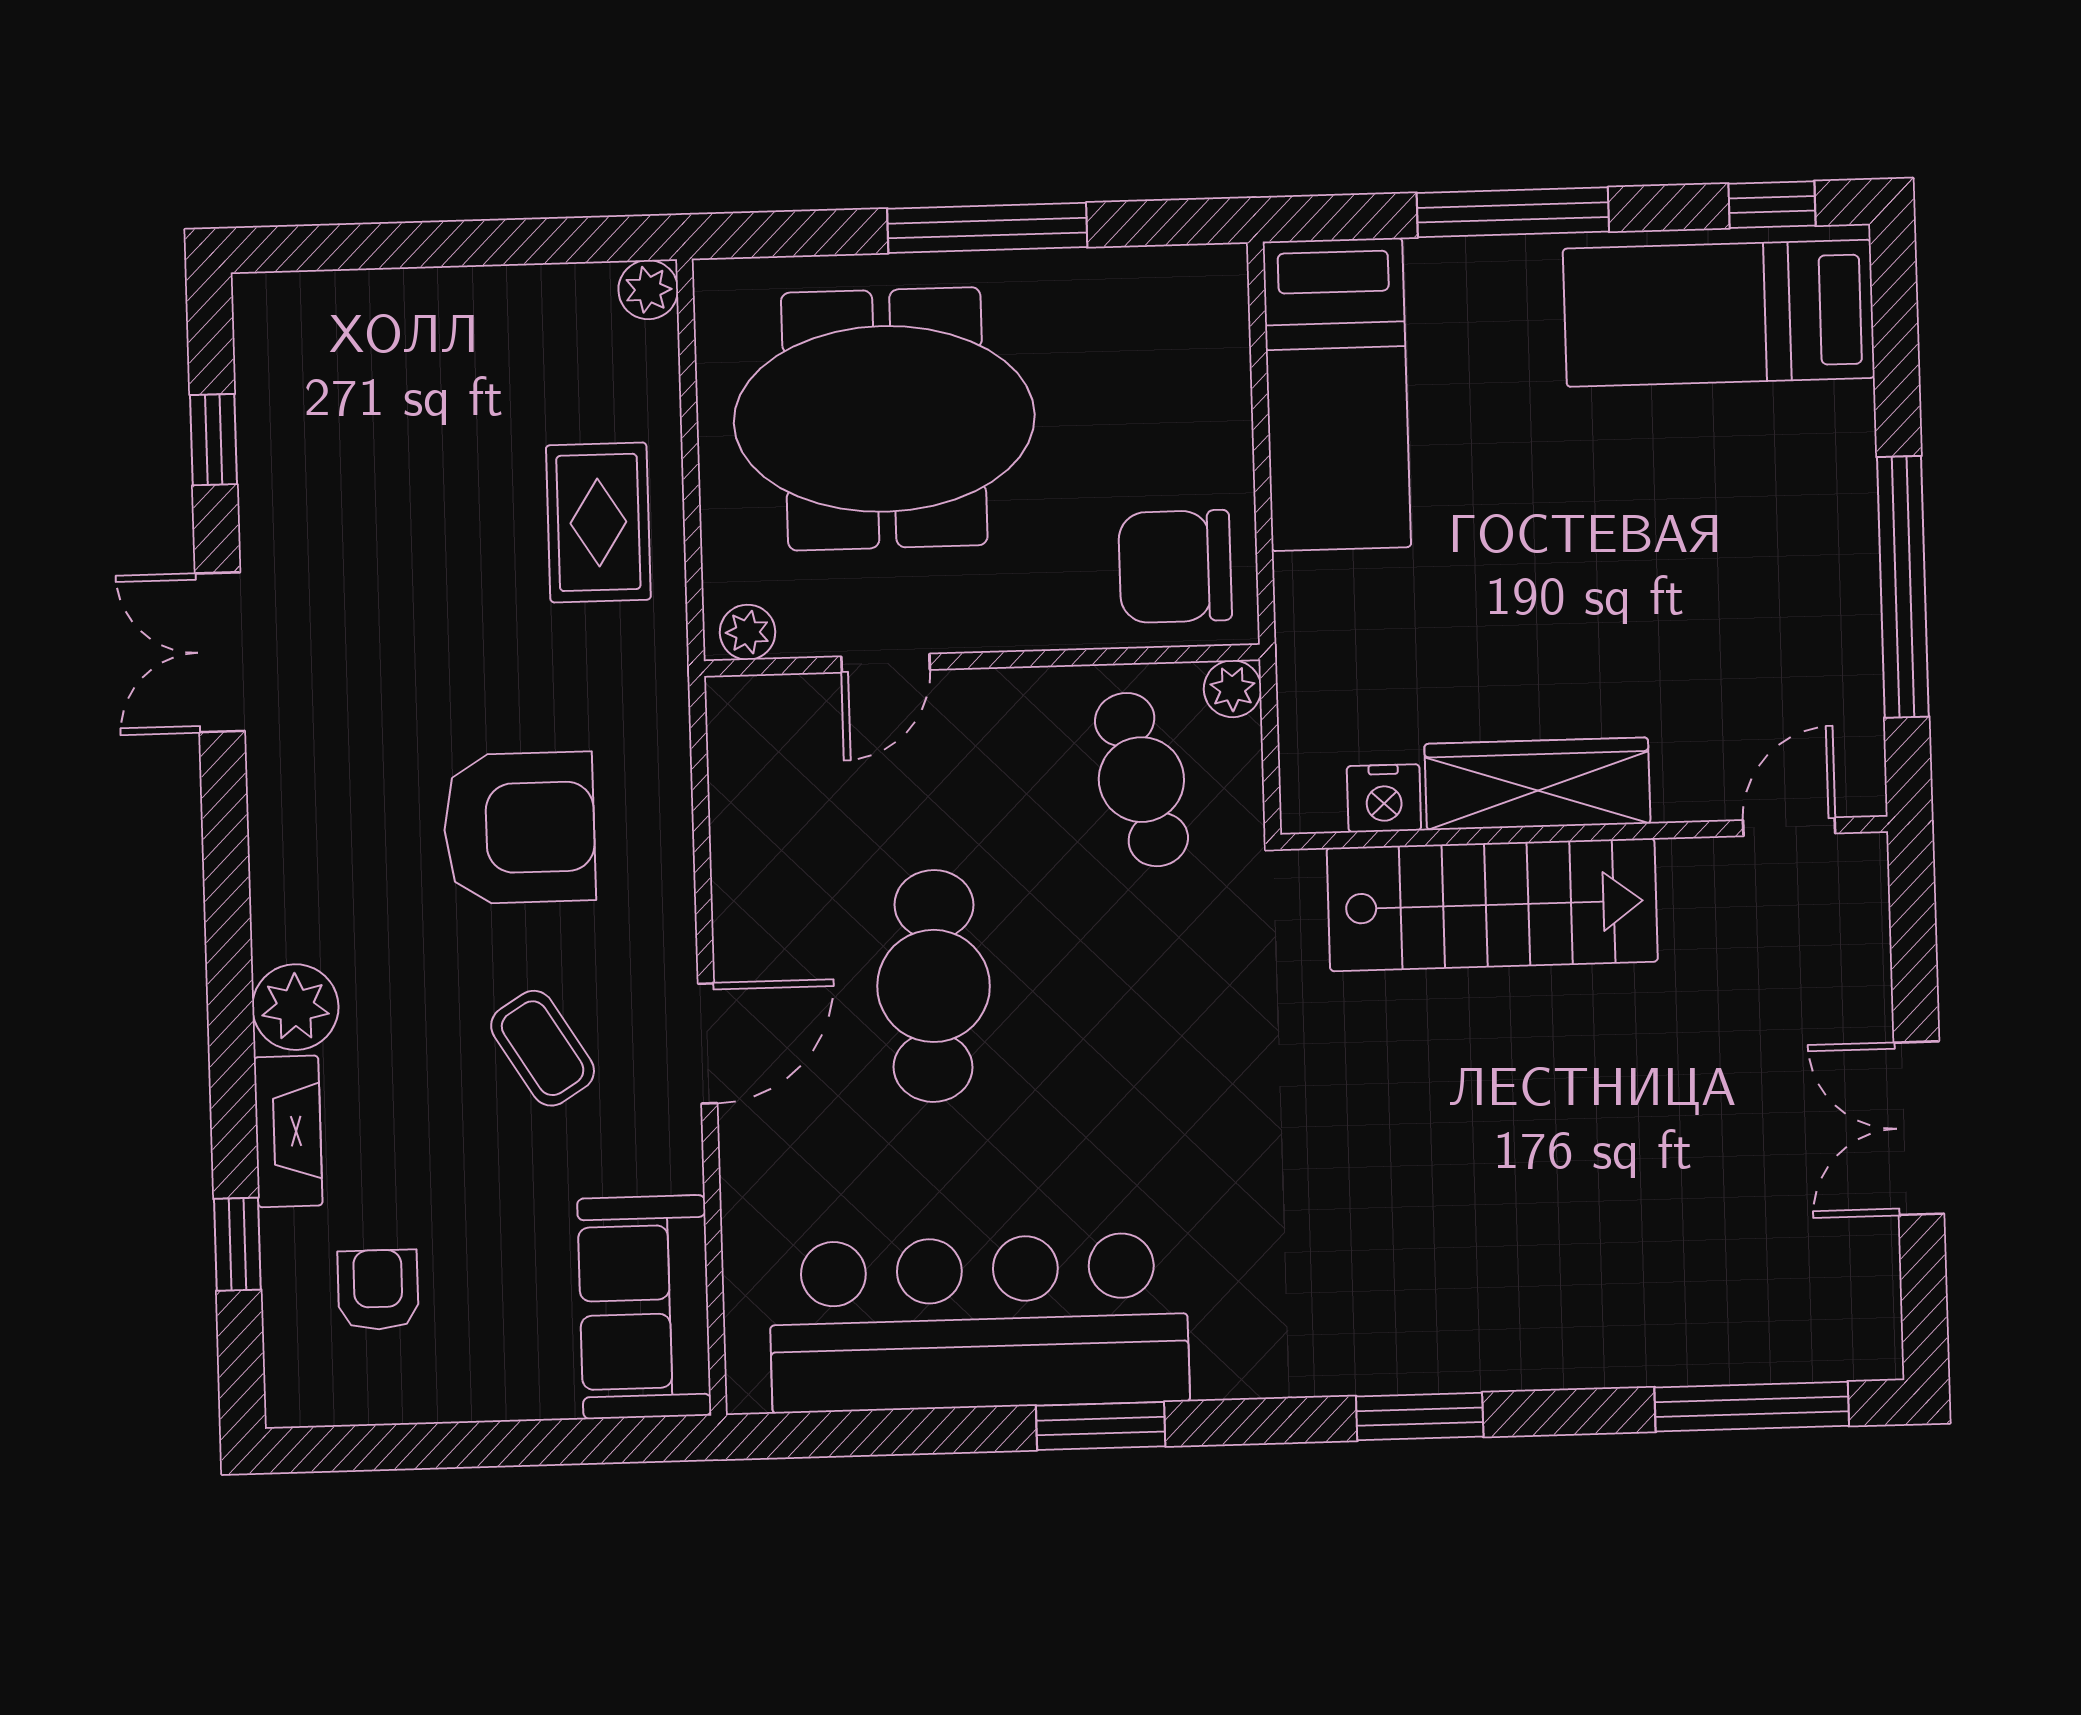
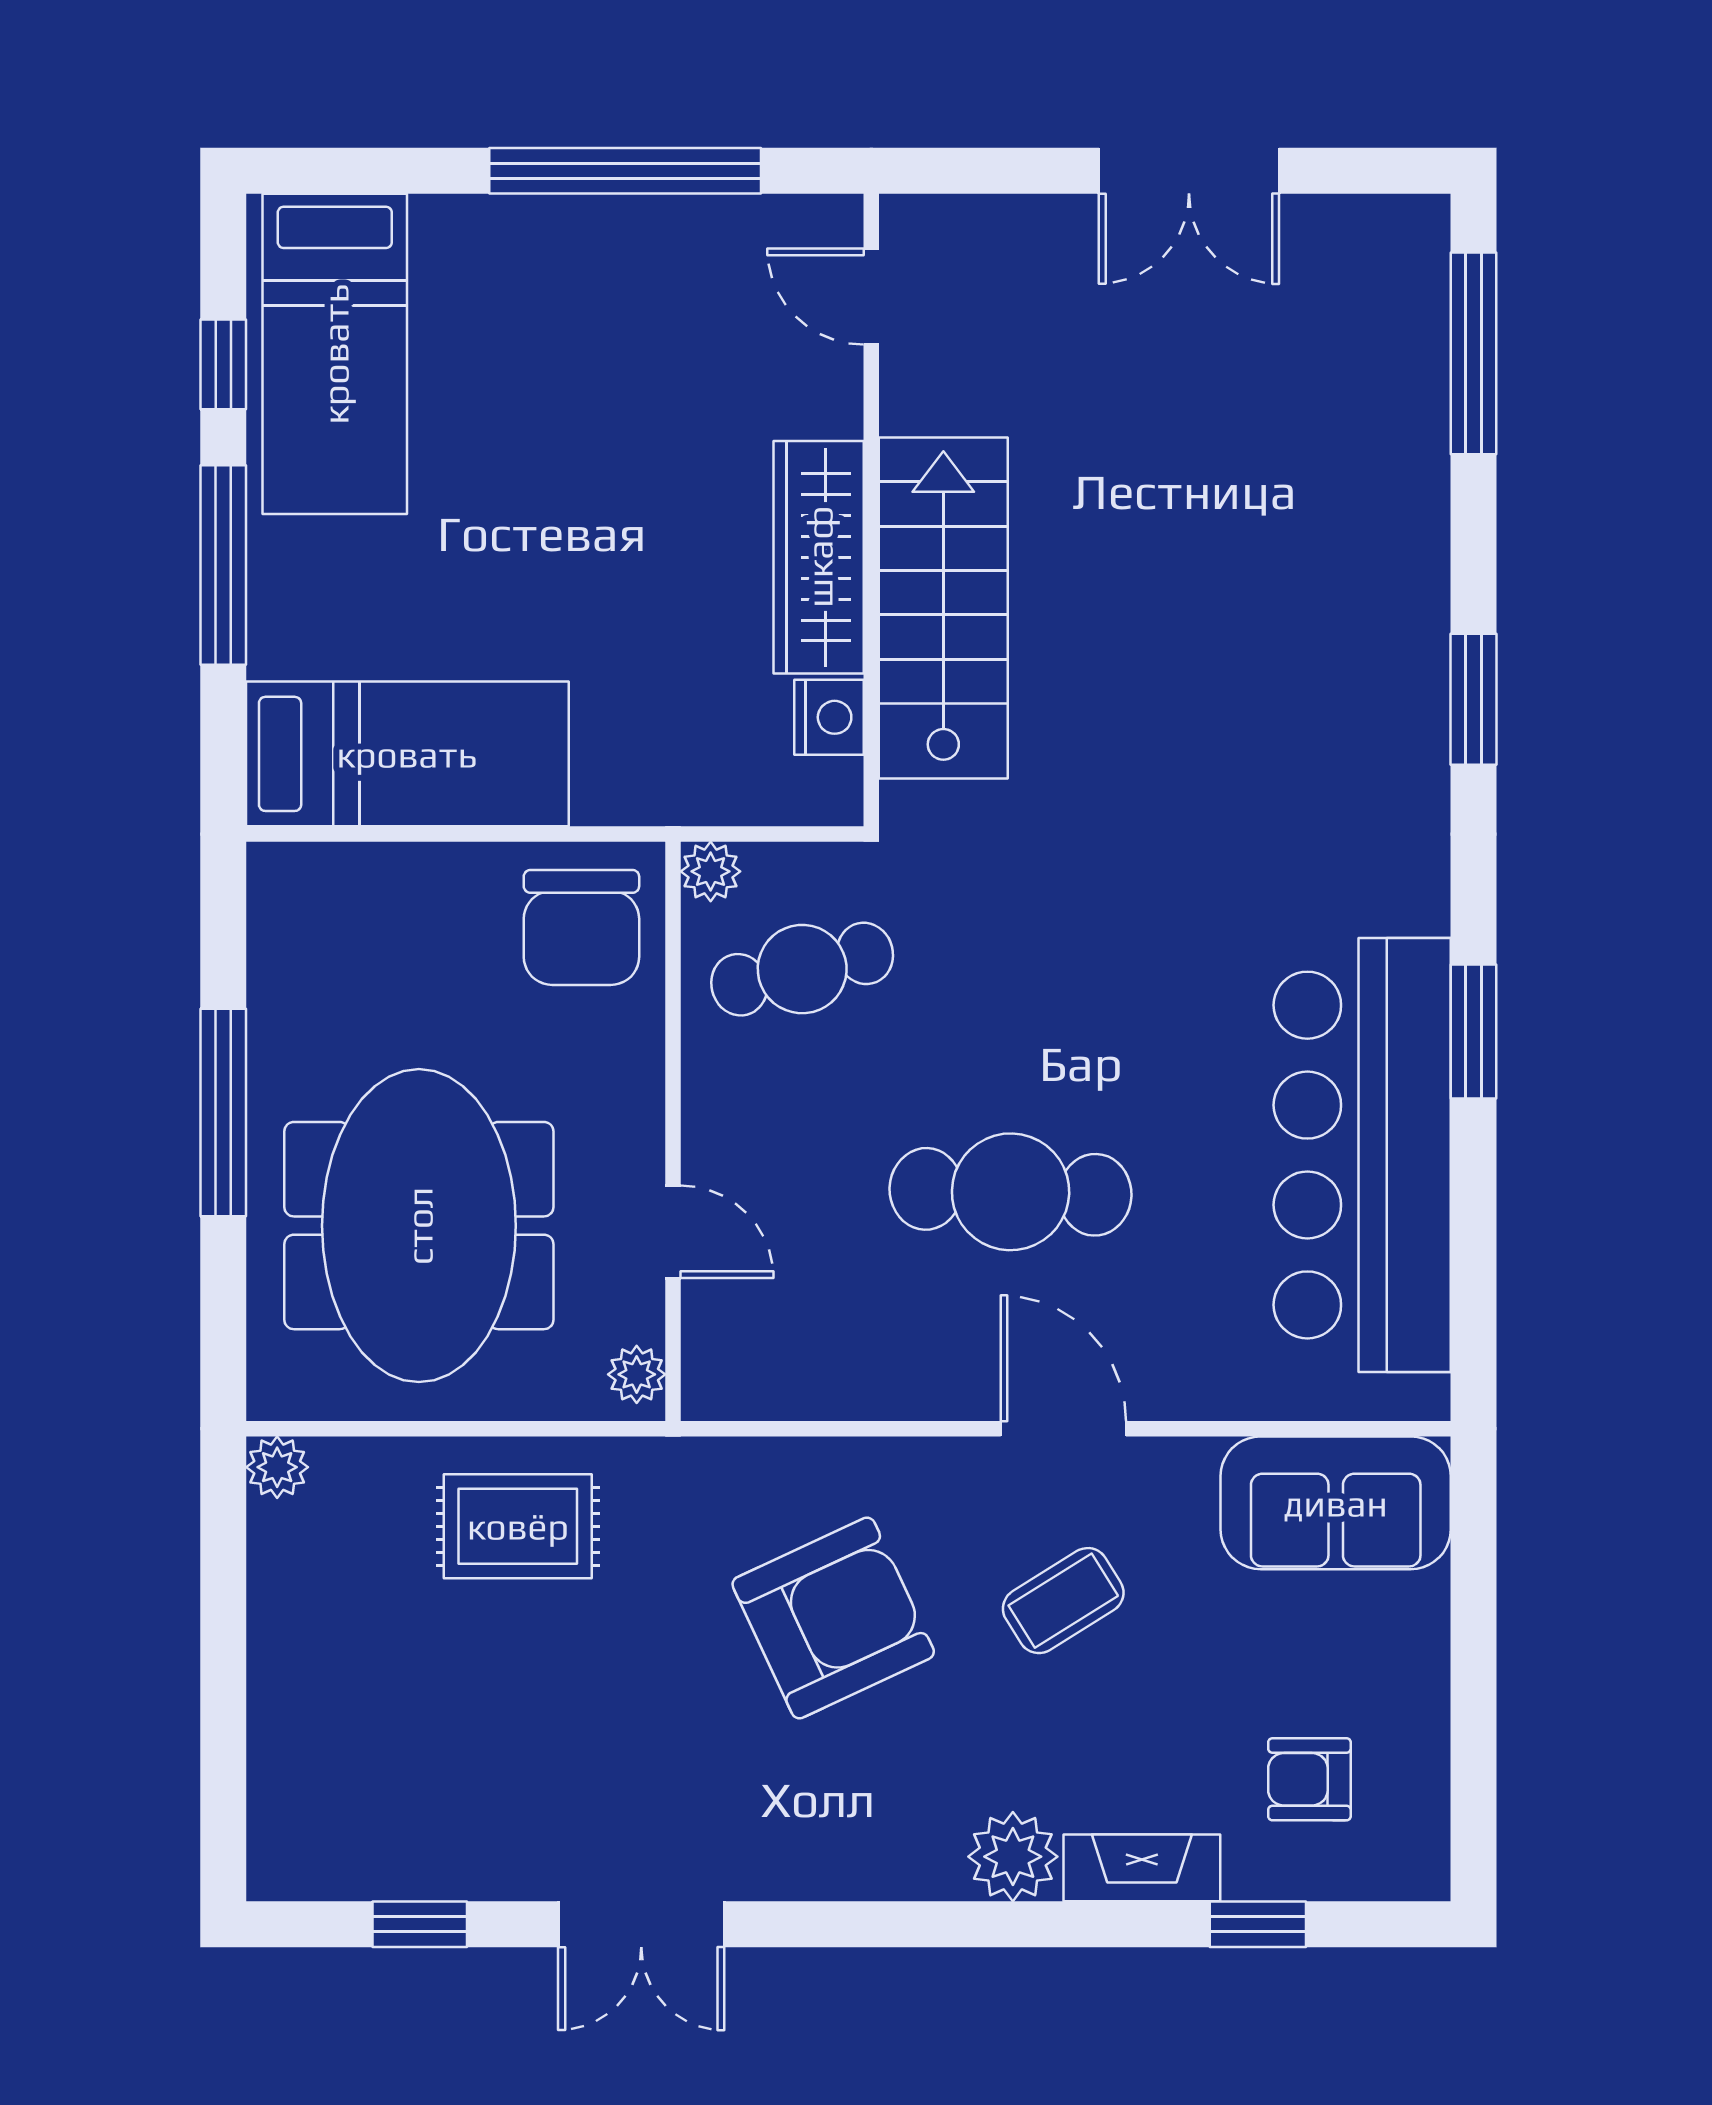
window: (1772, 205) -> (223, 364), moved
armchair: (519, 828) -> (833, 1618), turned 65

